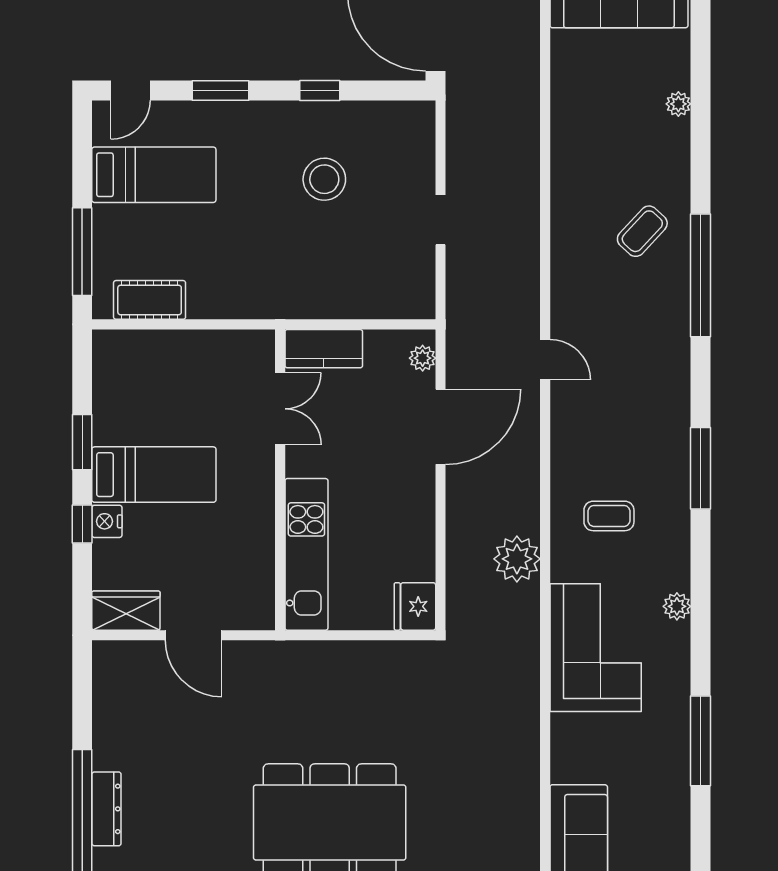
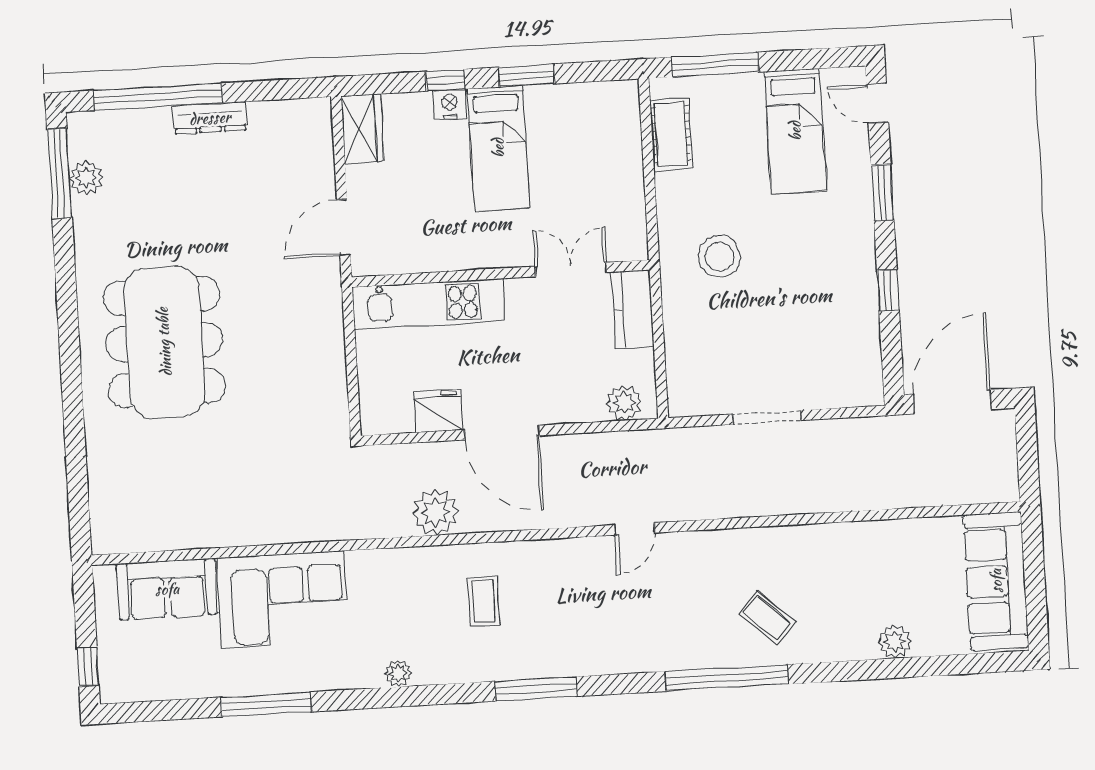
plant: (678, 104) -> (895, 642), width x1.38, depth x1.38
stool: (324, 179) -> (719, 256), moved
doorway: (440, 220) -> (767, 417), width x1.38
plant: (423, 358) -> (624, 403), width x1.38, depth x1.38
double door: (280, 409) -> (571, 269), swing flipped
door: (440, 427) -> (502, 433), moved
fridge: (415, 606) -> (438, 411), moved
door: (193, 635) -> (344, 227), moved
corner sofa: (596, 648) -> (283, 599), moved
dresser: (106, 809) -> (210, 118), moved

